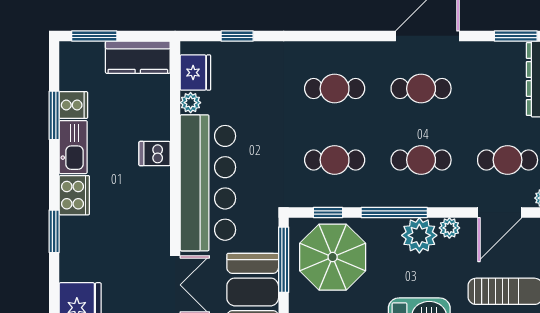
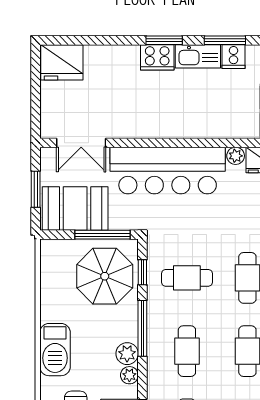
dishwasher: (155, 154) -> (192, 125), removed
cafe table: (335, 160) -> (187, 278), turned 90
window: (54, 231) -> (164, 40), moved
plant: (419, 235) -> (127, 354), width x0.73, depth x0.73

